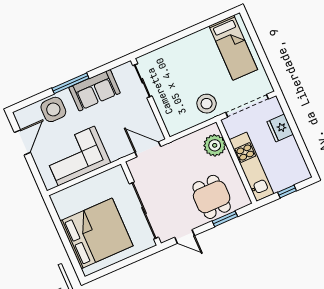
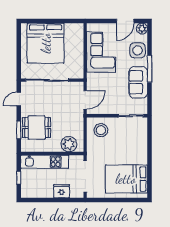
bed: (233, 48) -> (126, 179), width x1.50
stool: (207, 104) -> (101, 130), moved
plant: (23, 116) -> (142, 29), added
door: (22, 142) -> (125, 21), hinge flipped

